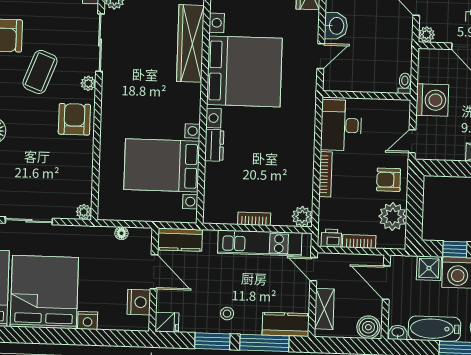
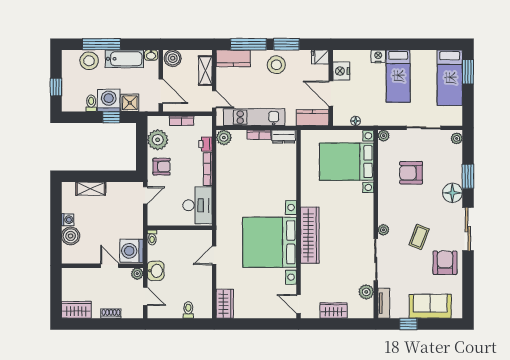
washbasin: (336, 26) -> (156, 271), moved, turned 180
wardrobe: (190, 43) -> (310, 235), moved
coffee table: (40, 72) -> (419, 237), width x0.73, depth x0.77
washing machine: (432, 100) -> (132, 251), moved
armchair: (74, 119) -> (411, 173), moved, turned 90
dresser: (214, 145) -> (284, 137), moved, turned -90
bed with nightstands: (162, 165) -> (347, 162), moved, turned 180
printer: (331, 238) -> (205, 144), moved, turned 90
bed: (44, 292) -> (398, 76), width x0.49
stool: (227, 314) -> (276, 65), width x1.89, depth x1.89

